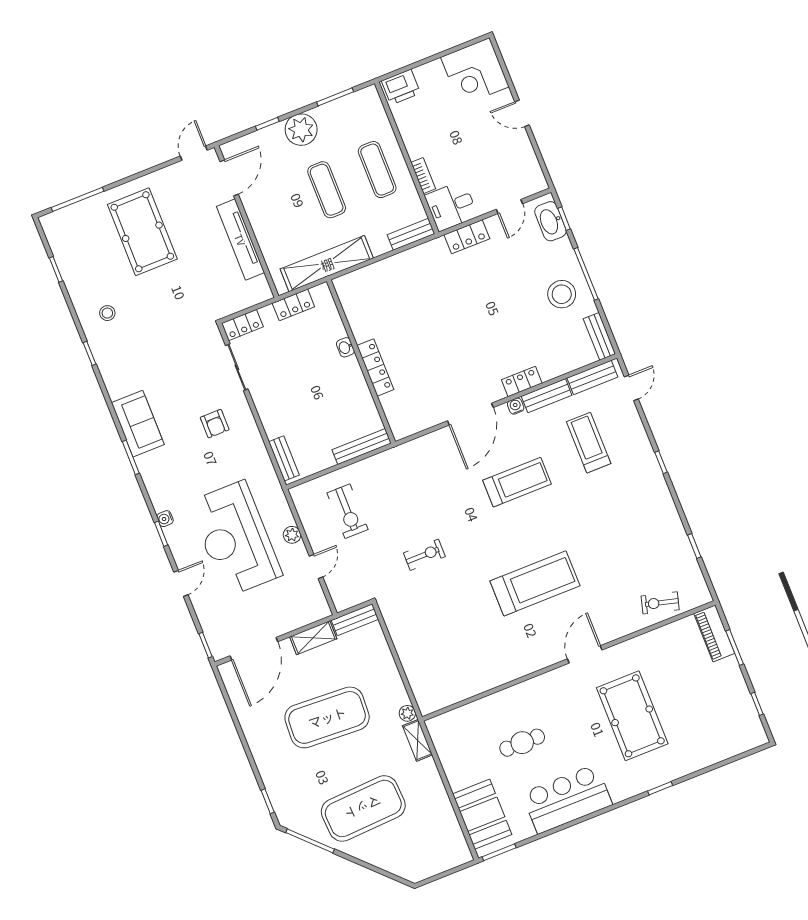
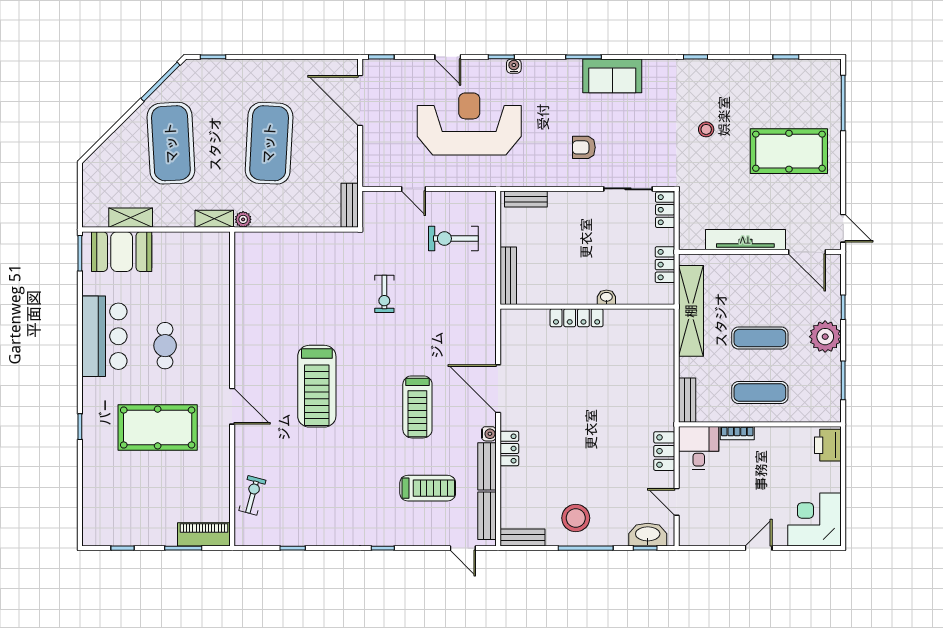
stool: (107, 313) -> (706, 129), moved
plant: (292, 535) -> (452, 178), removed
shelving: (313, 638) -> (131, 218), moved, turned 90
cafe table: (522, 743) -> (165, 346), moved

